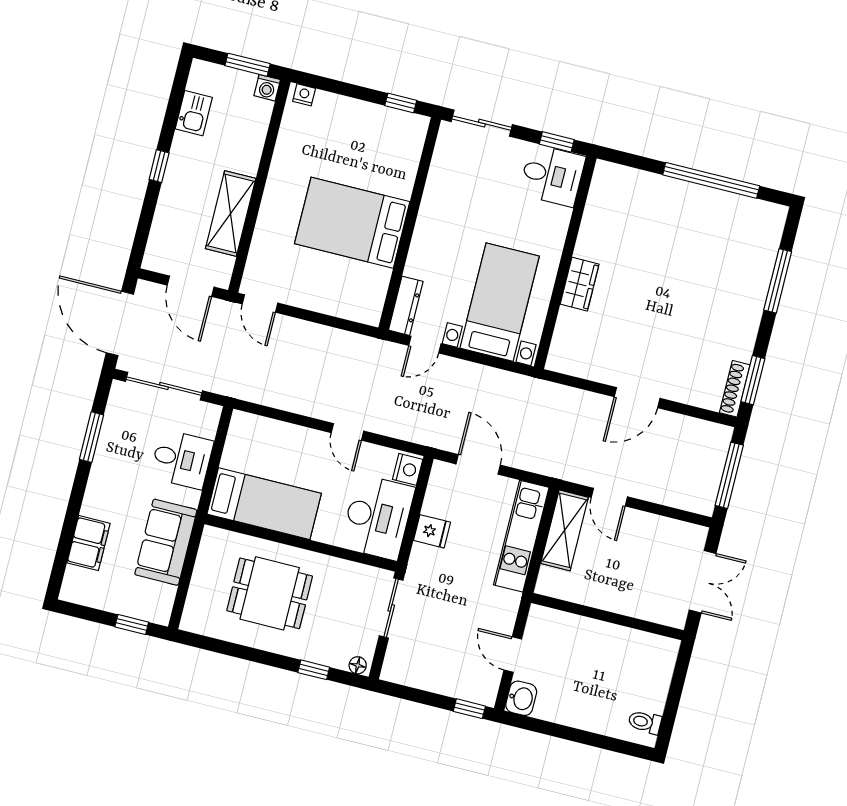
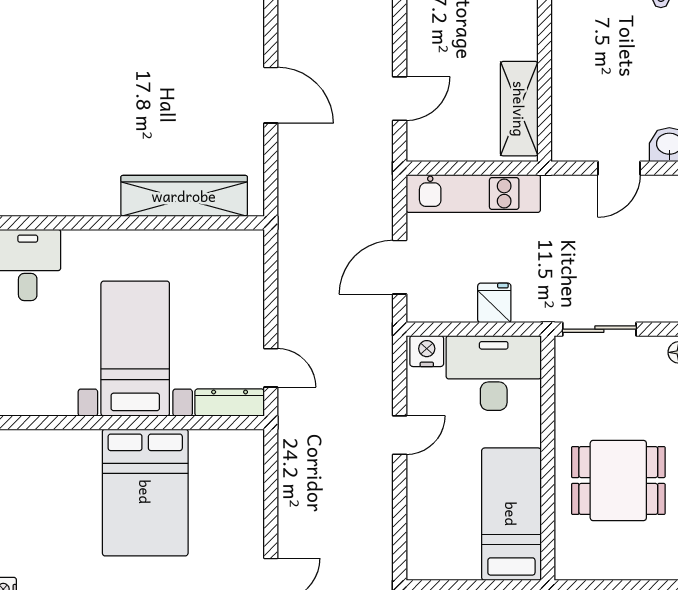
wardrobe: (580, 284) -> (184, 196), width x2.10, depth x1.17
bed with nightstands: (500, 302) -> (135, 349), moved, turned 90
shelving: (565, 530) -> (519, 109), moved, turned 90
dining table: (270, 593) -> (618, 481), turned 90

